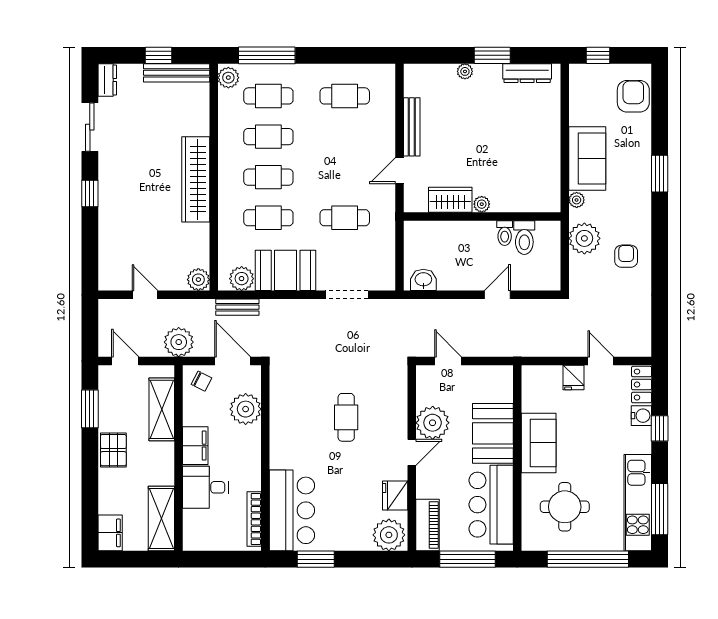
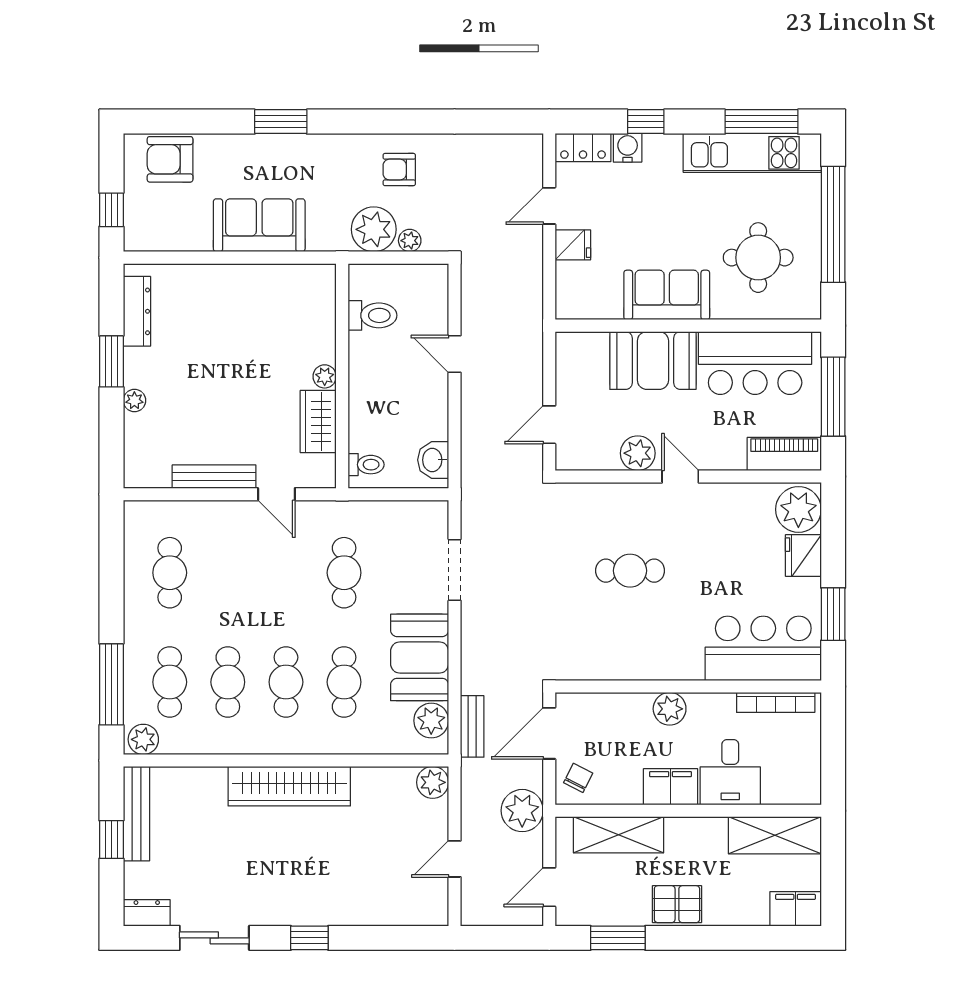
plant: (577, 200) -> (410, 241), moved
toilet: (505, 233) -> (366, 465), moved
plant: (246, 409) -> (670, 709), moved, width x0.73, depth x0.73
plant: (433, 423) -> (638, 453), width x0.73, depth x0.73
fridge: (395, 495) -> (803, 555), moved, turned 90

